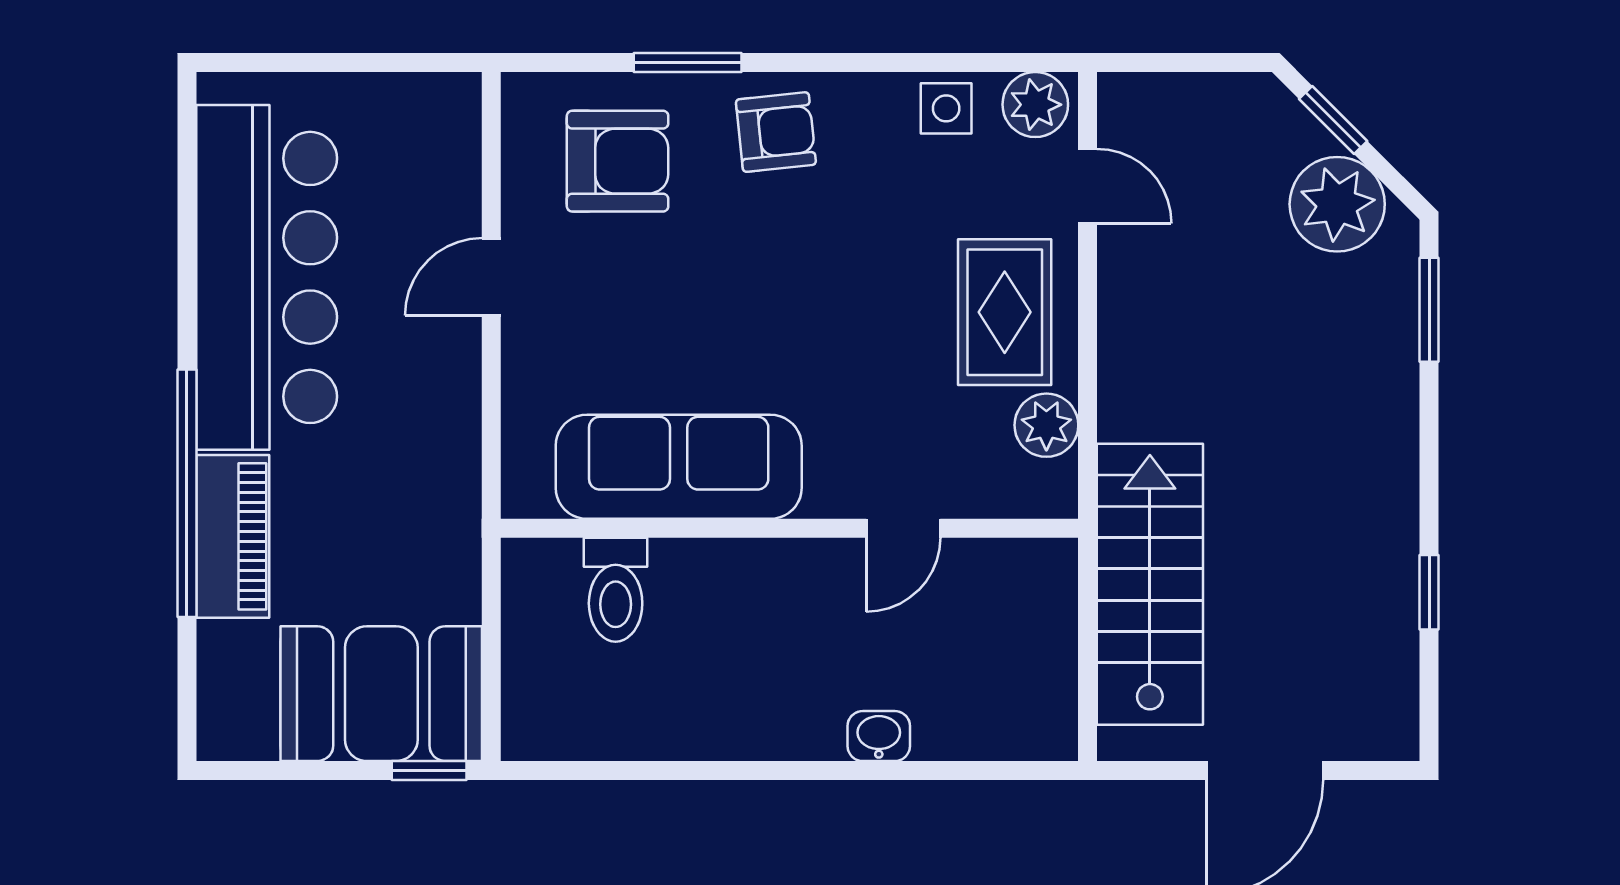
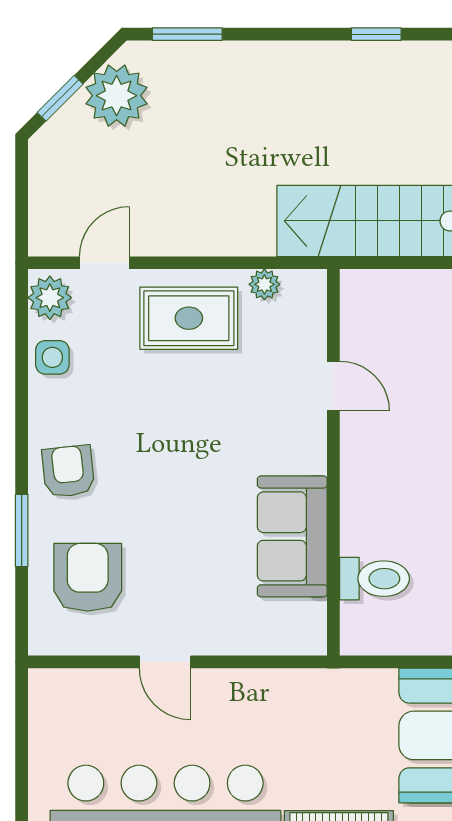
plant: (1046, 425) -> (264, 284), width x0.73, depth x0.73
sofa: (679, 467) -> (292, 536), width x0.73

